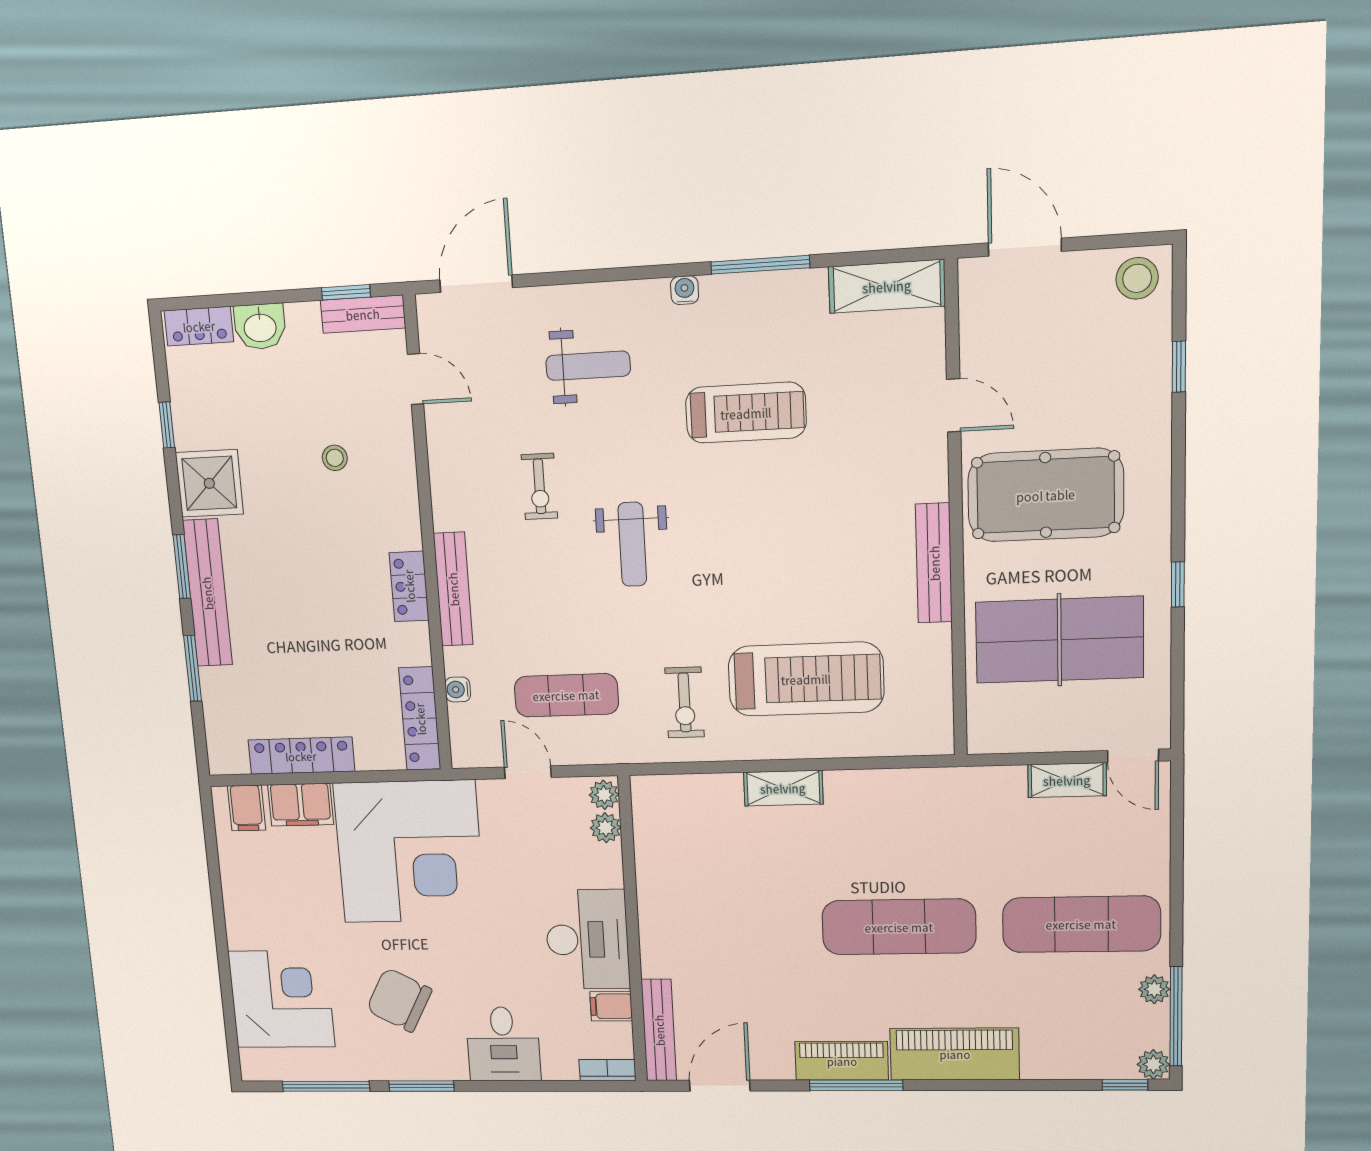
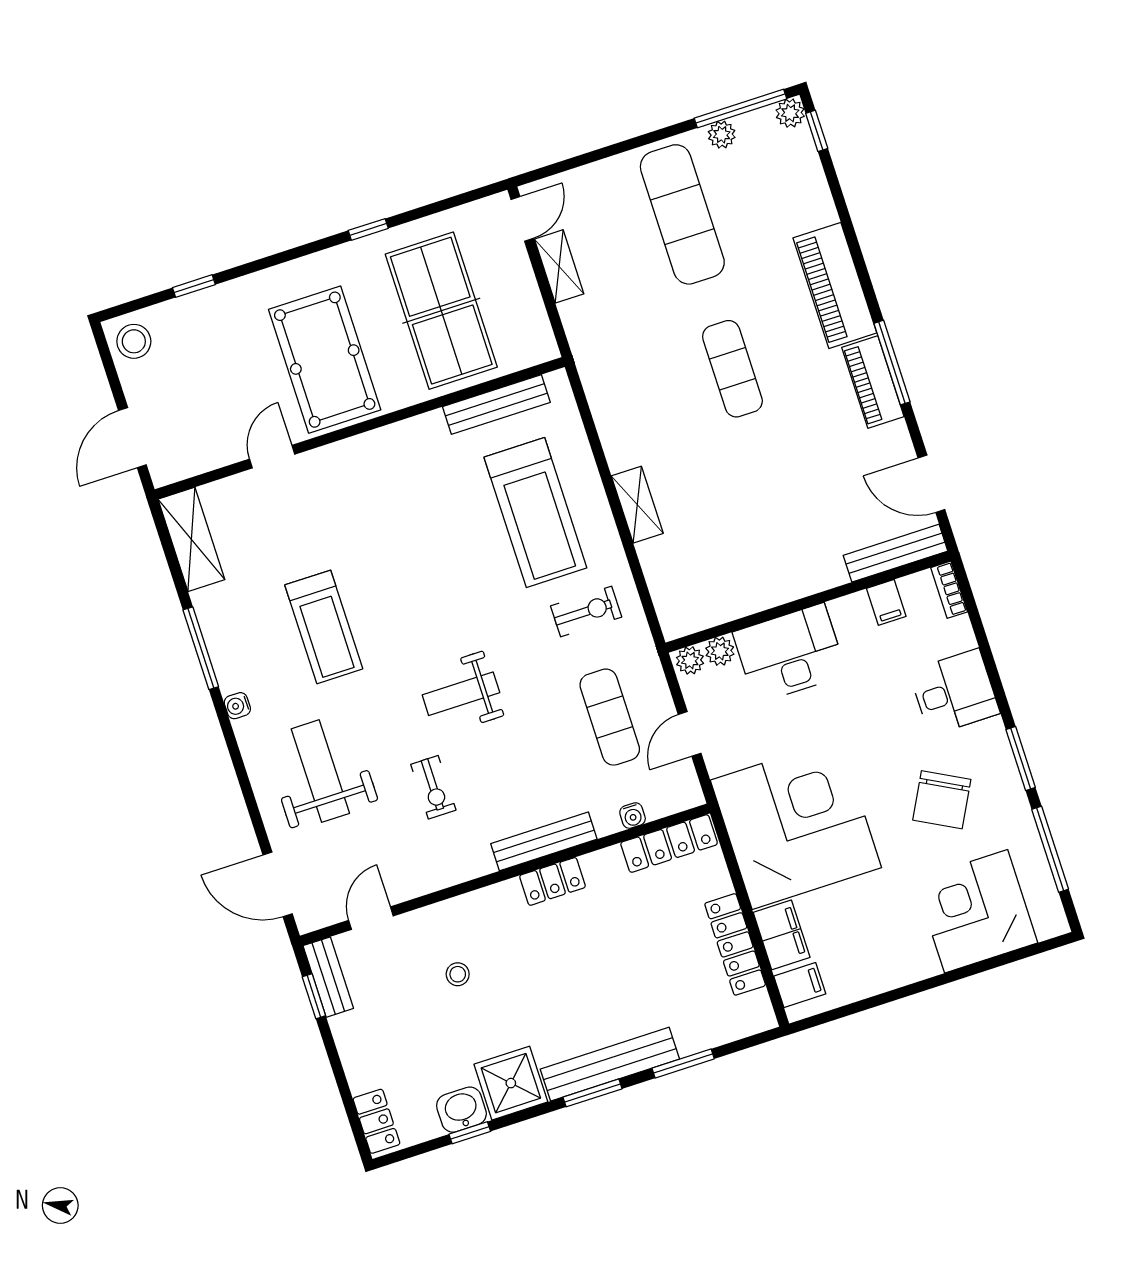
washbasin: (260, 327) -> (461, 1110), moved, turned -90
weight bench: (588, 366) -> (320, 771), width x1.36, depth x1.33
treadmill: (746, 413) -> (324, 627), turned 180
exercise bike: (539, 486) -> (433, 787), turned 90
weight bench: (632, 544) -> (461, 694), turned 180
bench: (934, 563) -> (496, 405), moved
treadmill: (806, 679) -> (535, 513), turned 180
exercise mat: (899, 927) -> (732, 369), width x0.73, depth x0.69
desk: (587, 940) -> (790, 653), moved

